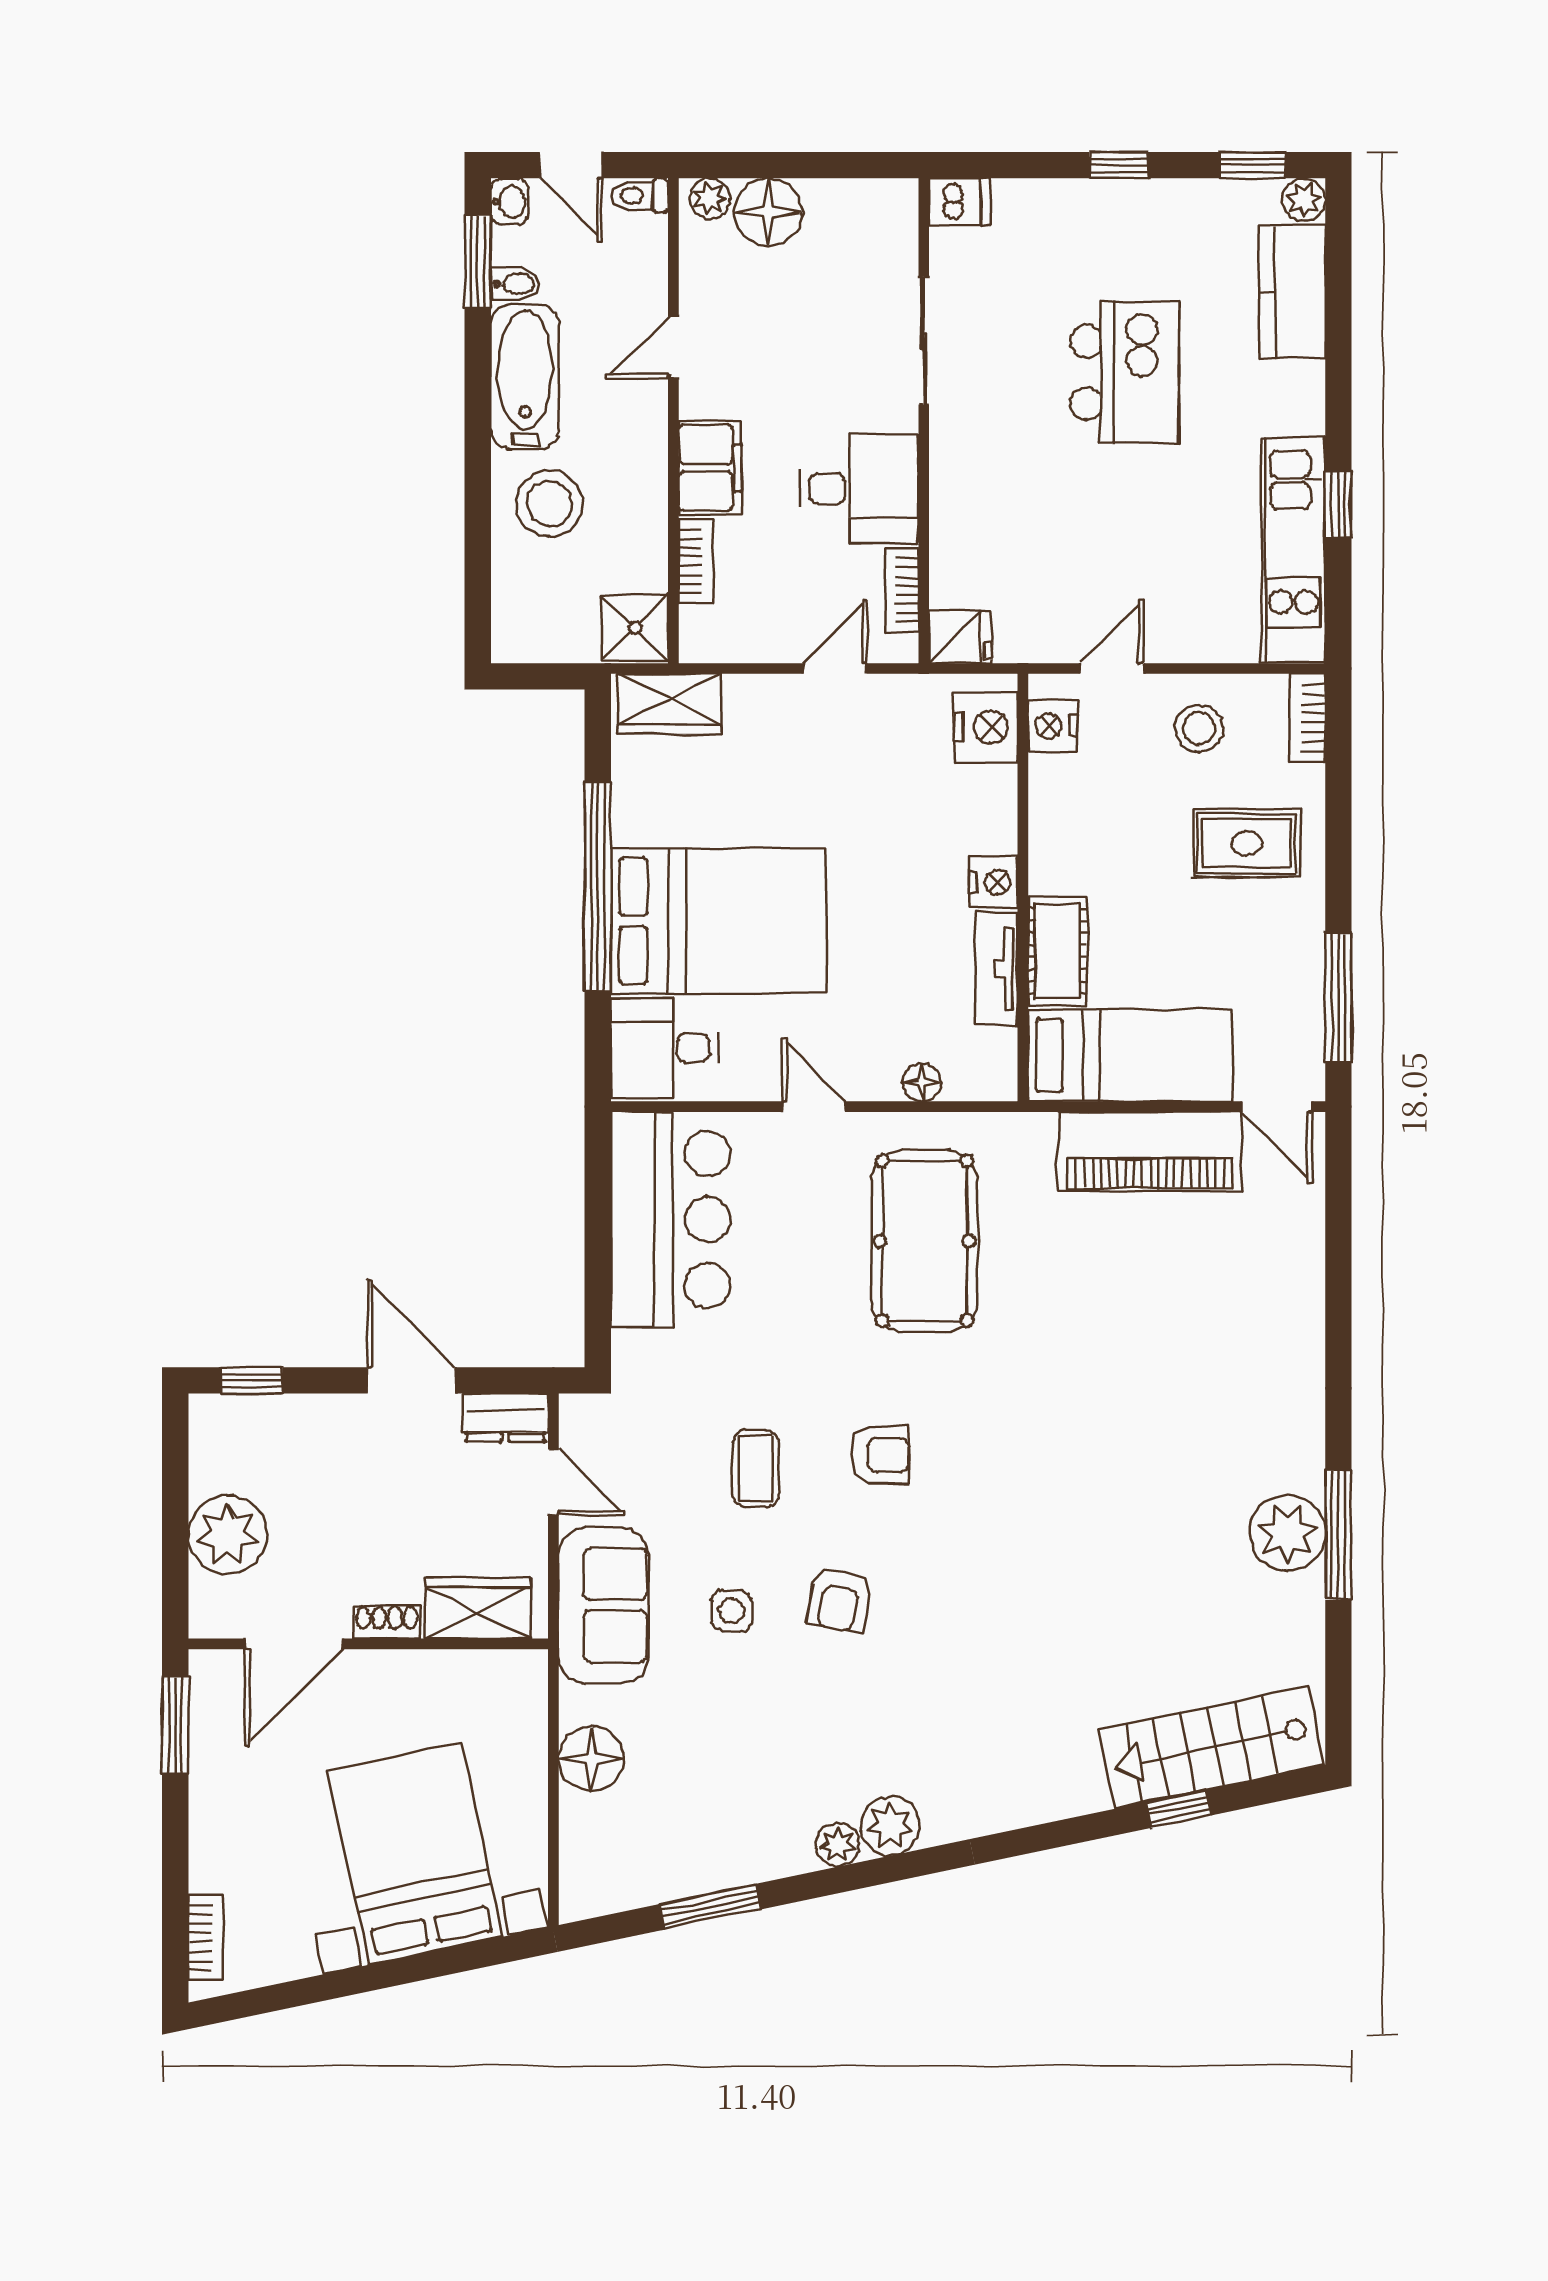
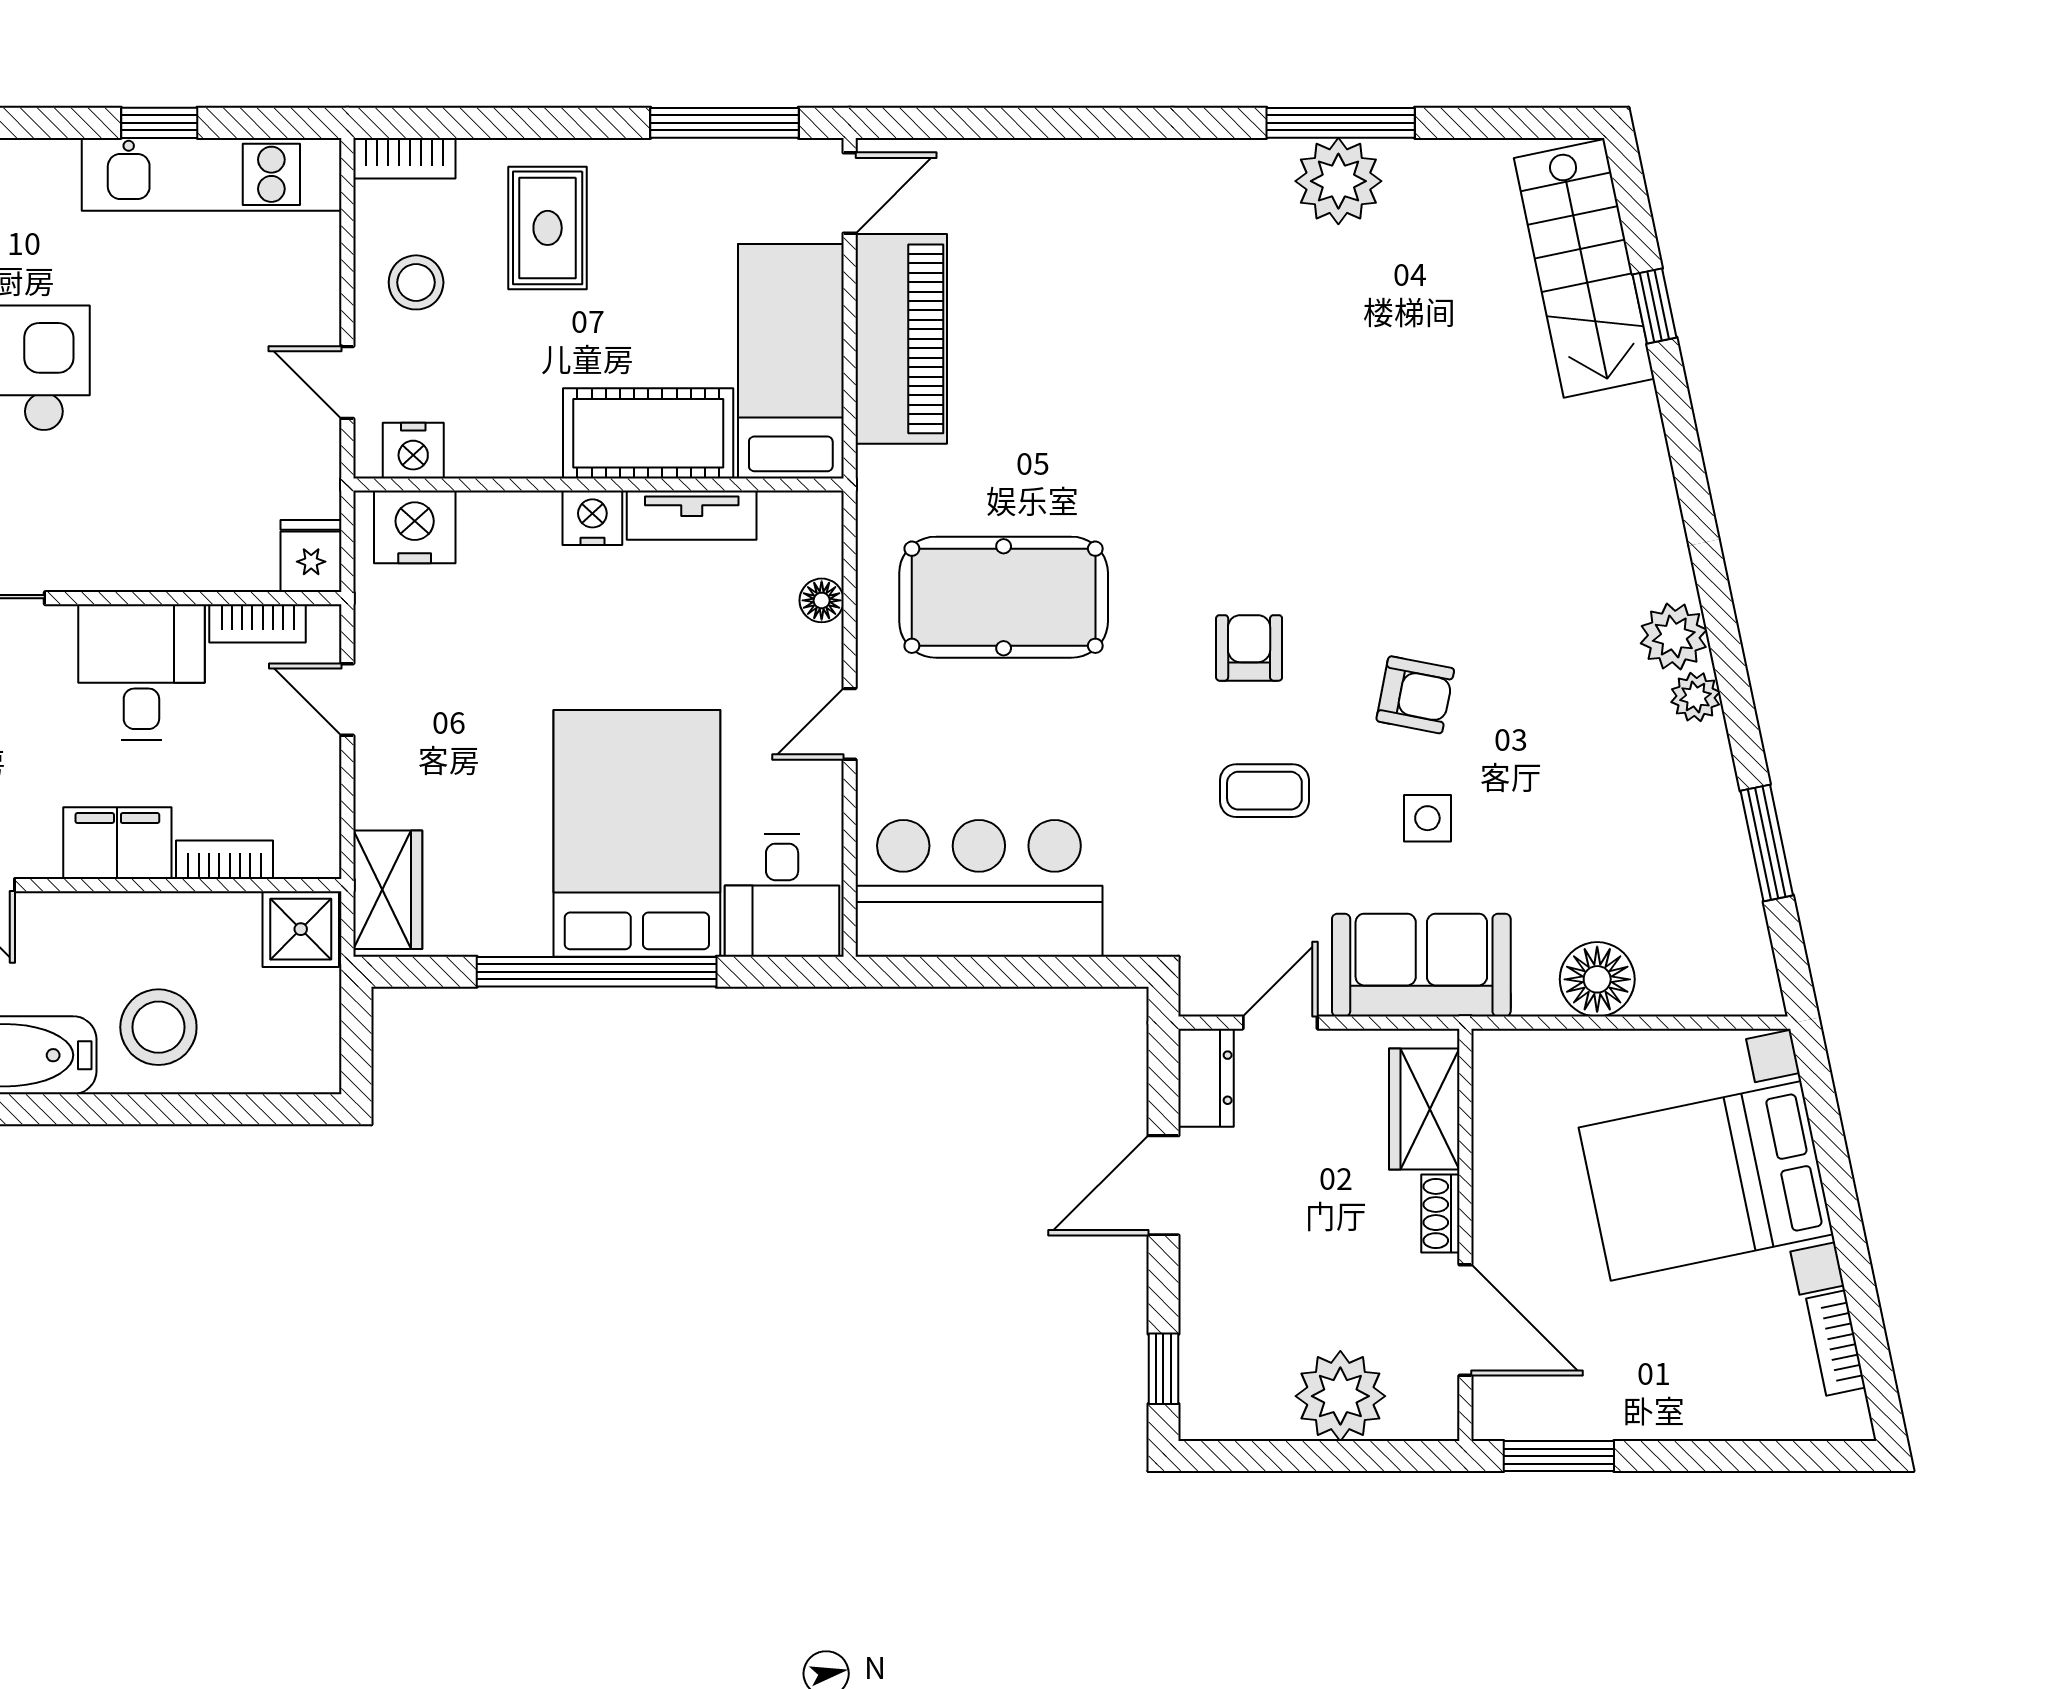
cot: (1057, 951) -> (648, 433), width x1.37, depth x1.34
bookcase: (206, 1937) -> (1836, 1343), moved, turned -102

